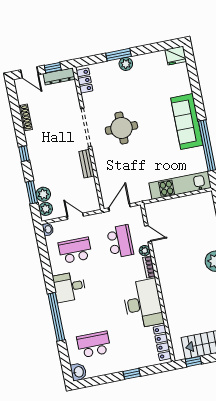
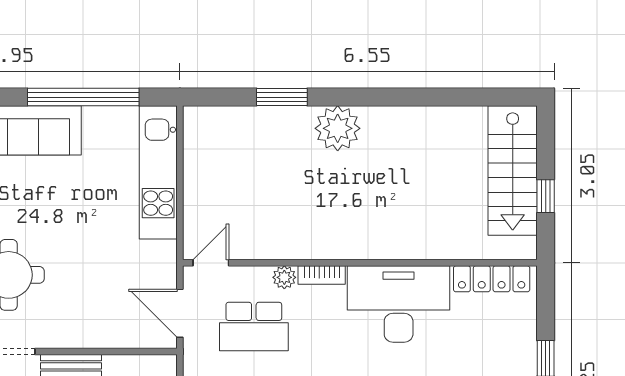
door: (148, 234) -> (211, 263), moved
school desk: (120, 241) -> (254, 326), turned 180
window: (193, 362) -> (546, 196), moved

